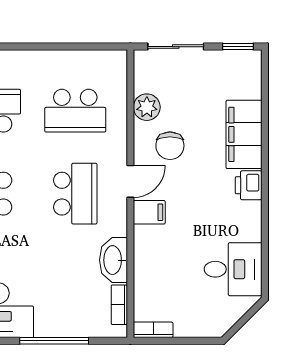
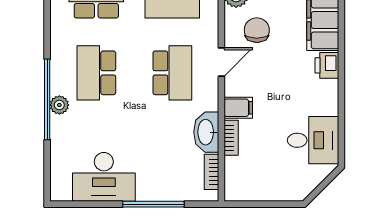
chair: (170, 146) -> (257, 30), turned 180
filing cabinet: (149, 212) -> (238, 108), moved
bookcase: (153, 330) -> (231, 138), moved, turned 90

